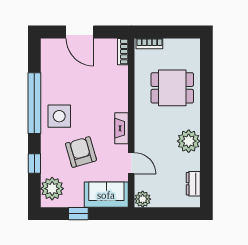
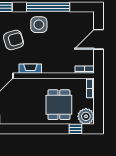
window: (206, 64) -> (76, 129), added
plant: (189, 141) -> (86, 116), moved

